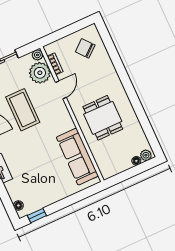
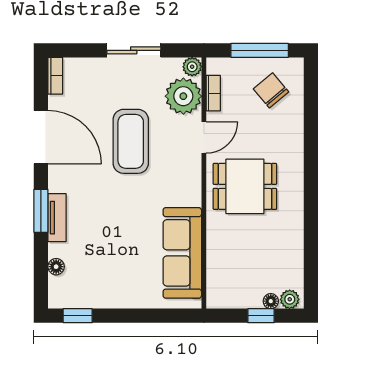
window: (69, 30) -> (260, 50), added
dining table: (103, 118) -> (245, 186), moved, turned 90
window: (135, 171) -> (261, 316), added
floor lamp: (18, 205) -> (56, 267), moved

